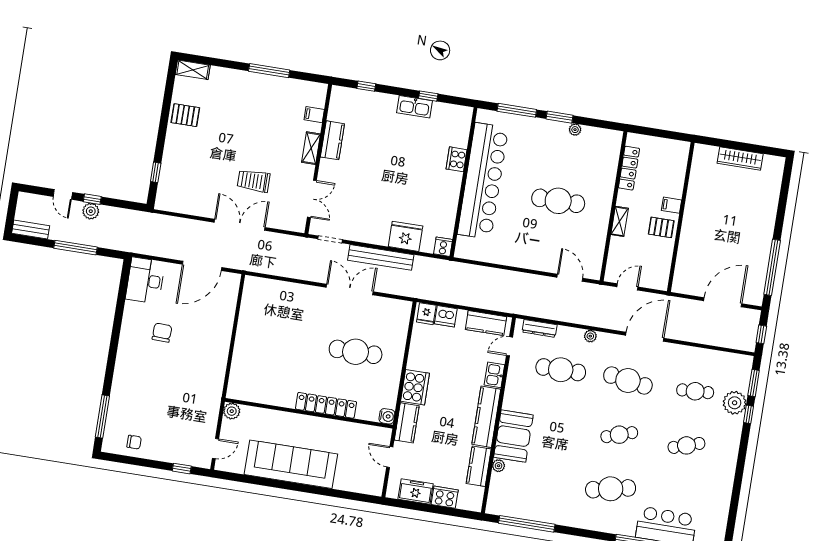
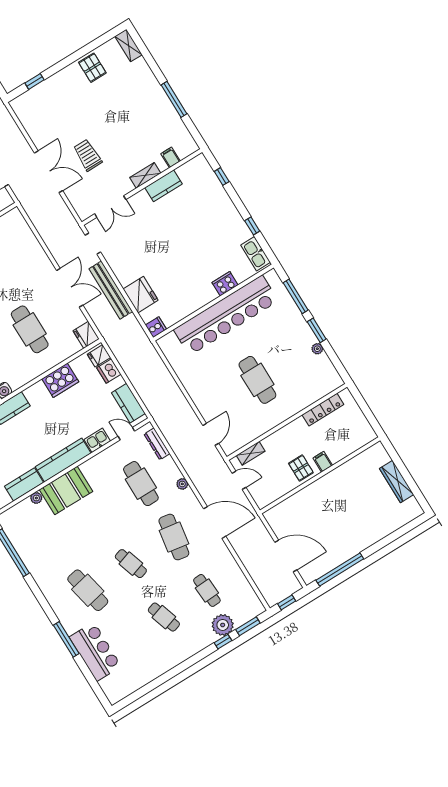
kitchen sink: (414, 107) -> (256, 254), moved
shelving: (620, 221) -> (251, 453), moved
fridge: (400, 309) -> (86, 335), added
cooker: (415, 387) -> (60, 380), moved

